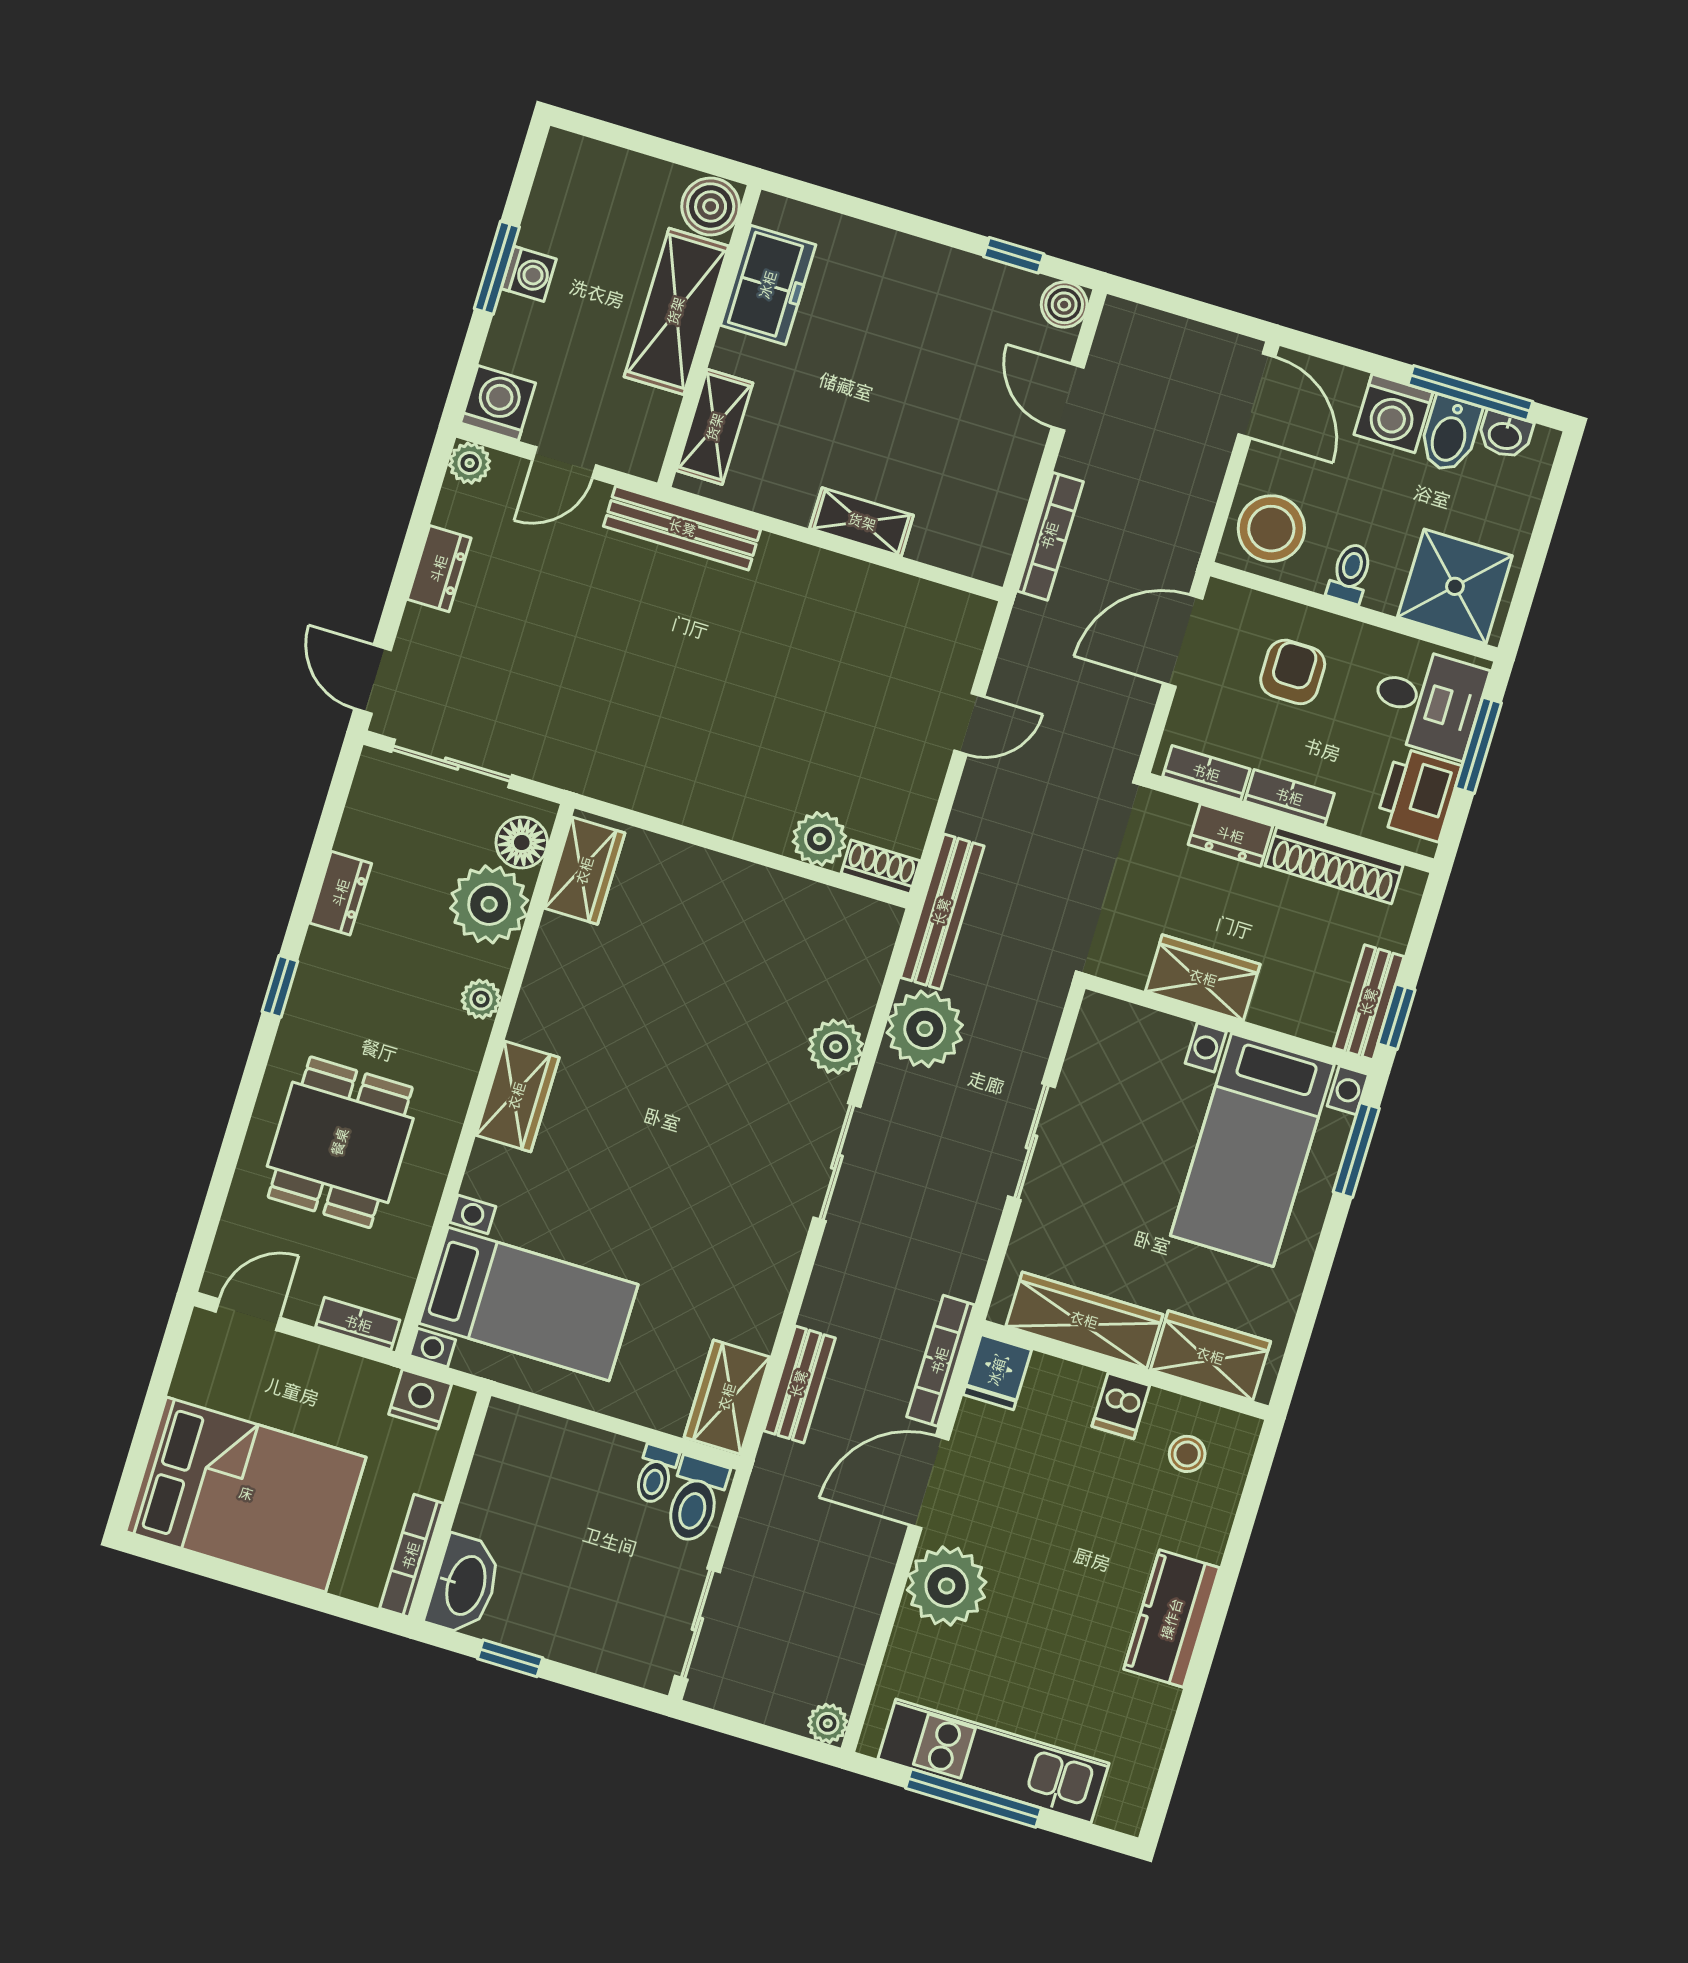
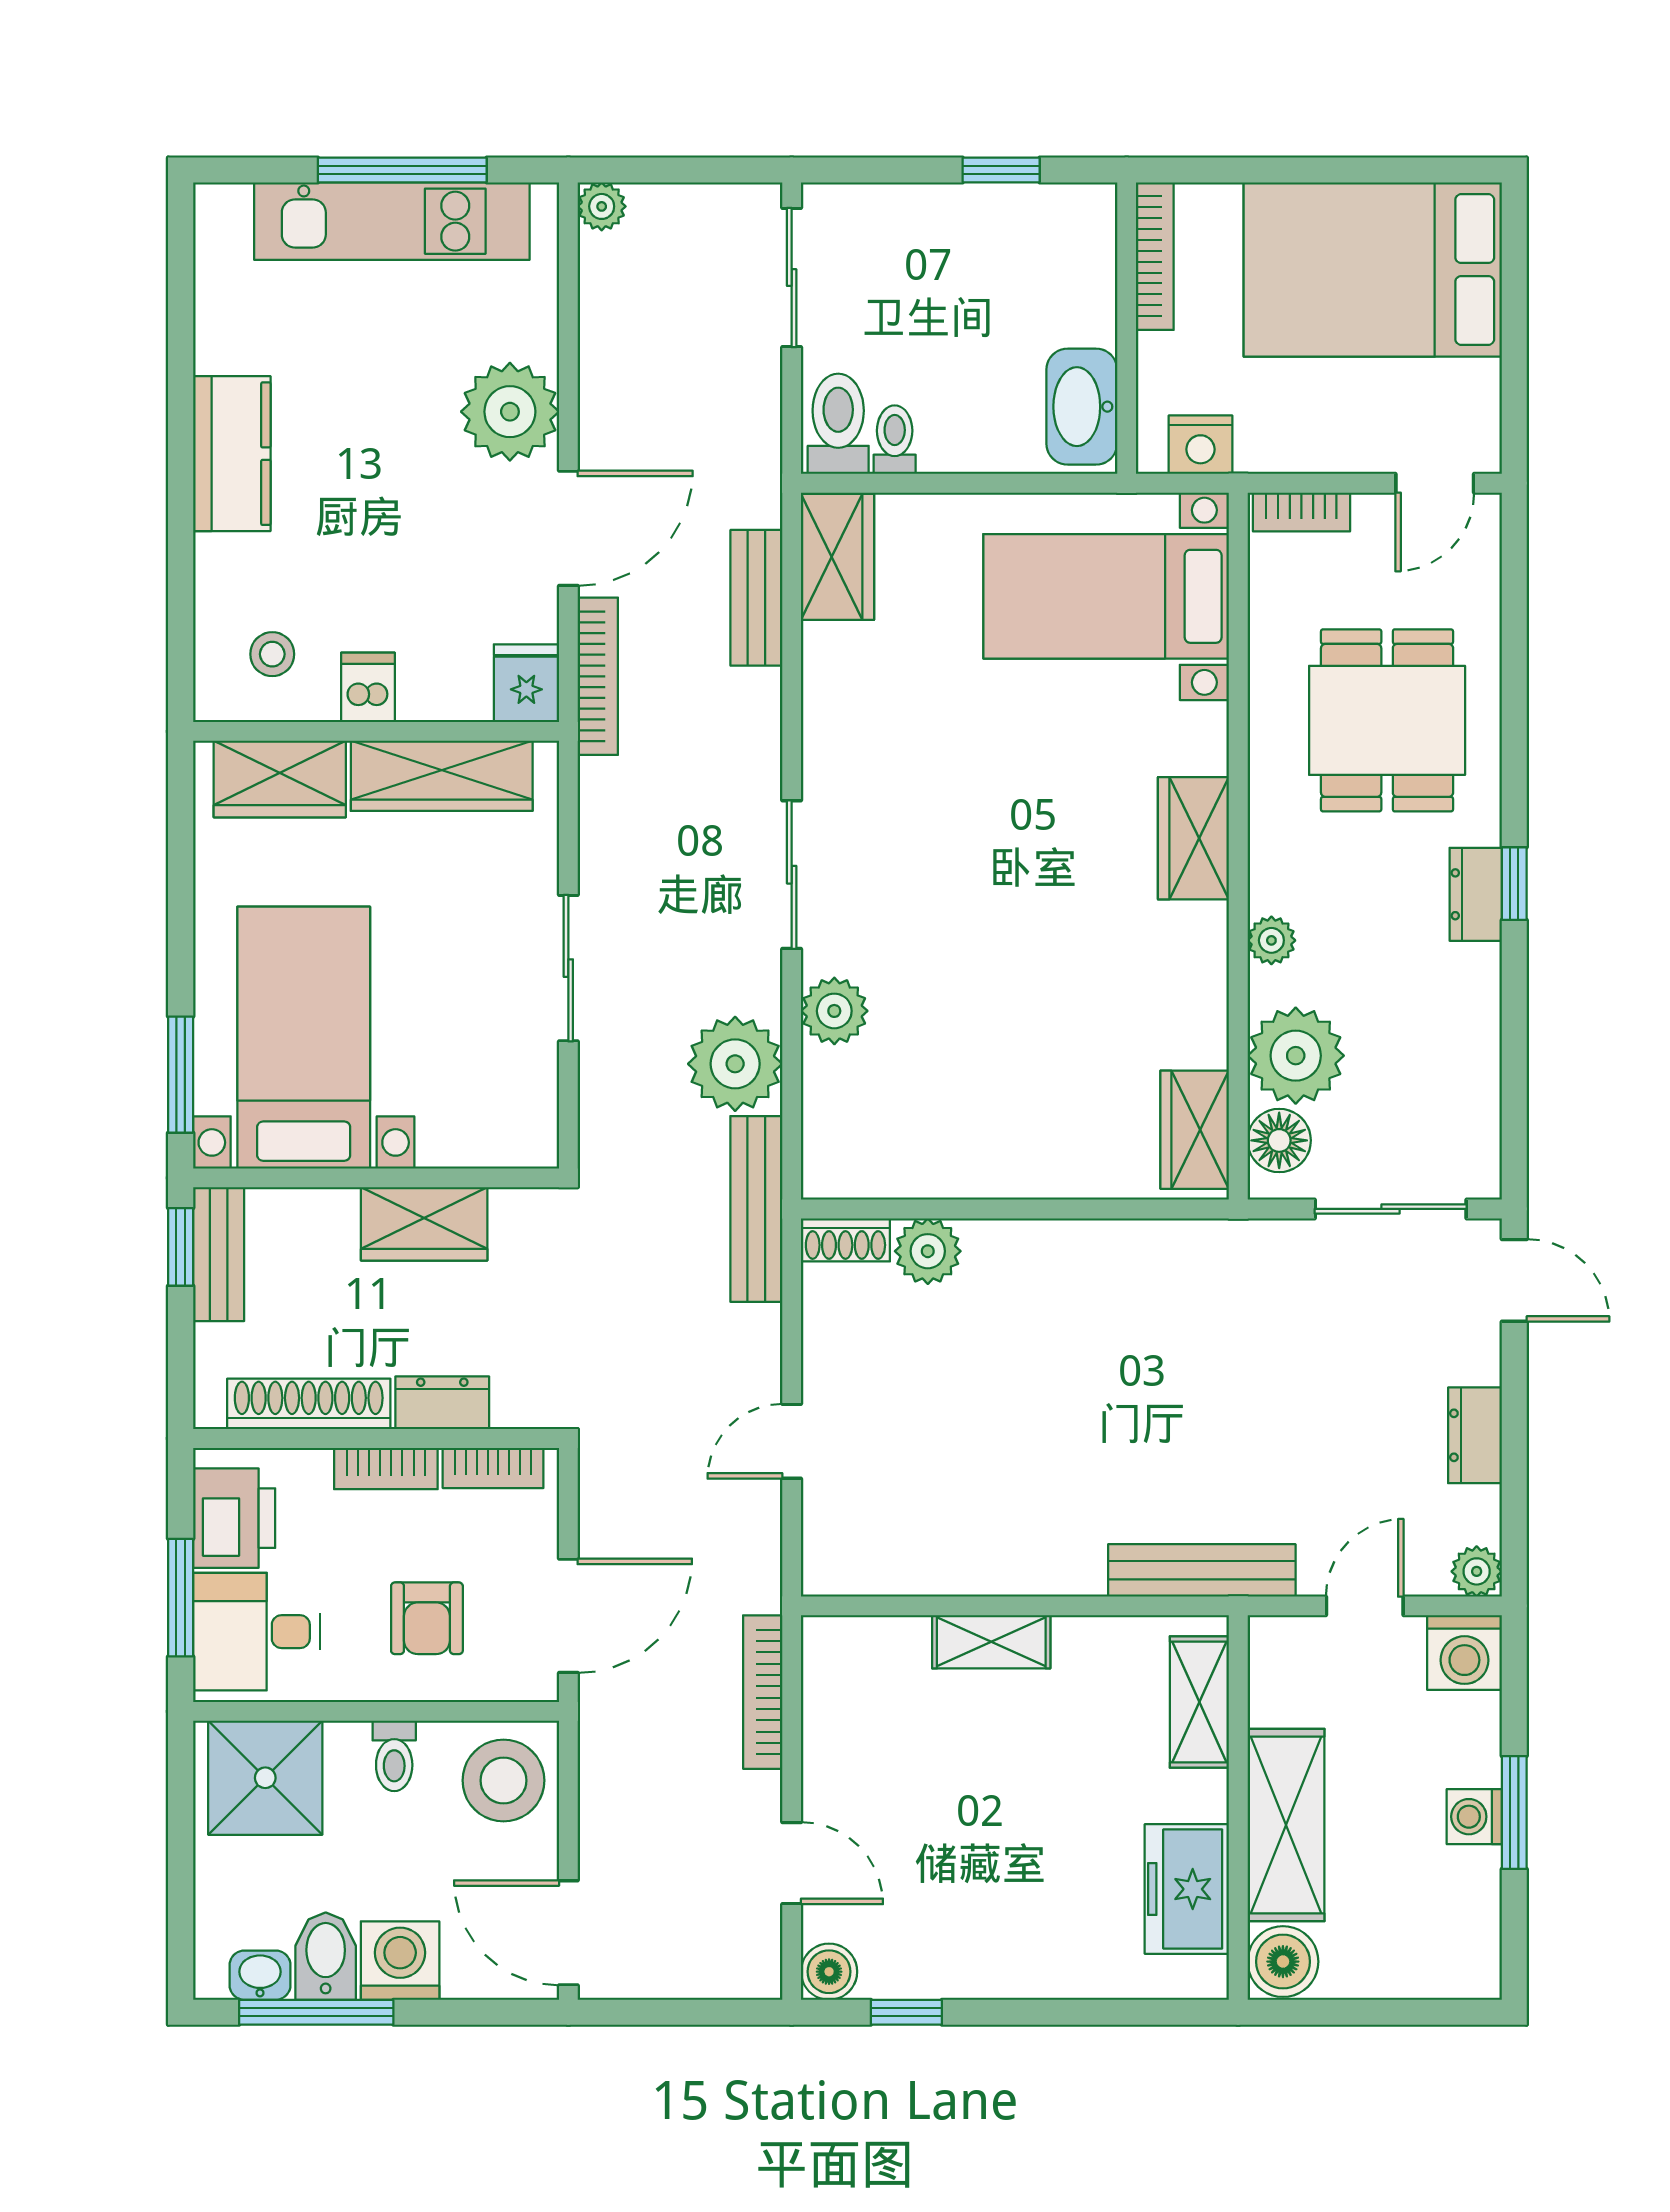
dresser: (341, 893) -> (1476, 894), moved
washbasin: (464, 1585) -> (1082, 407), moved

